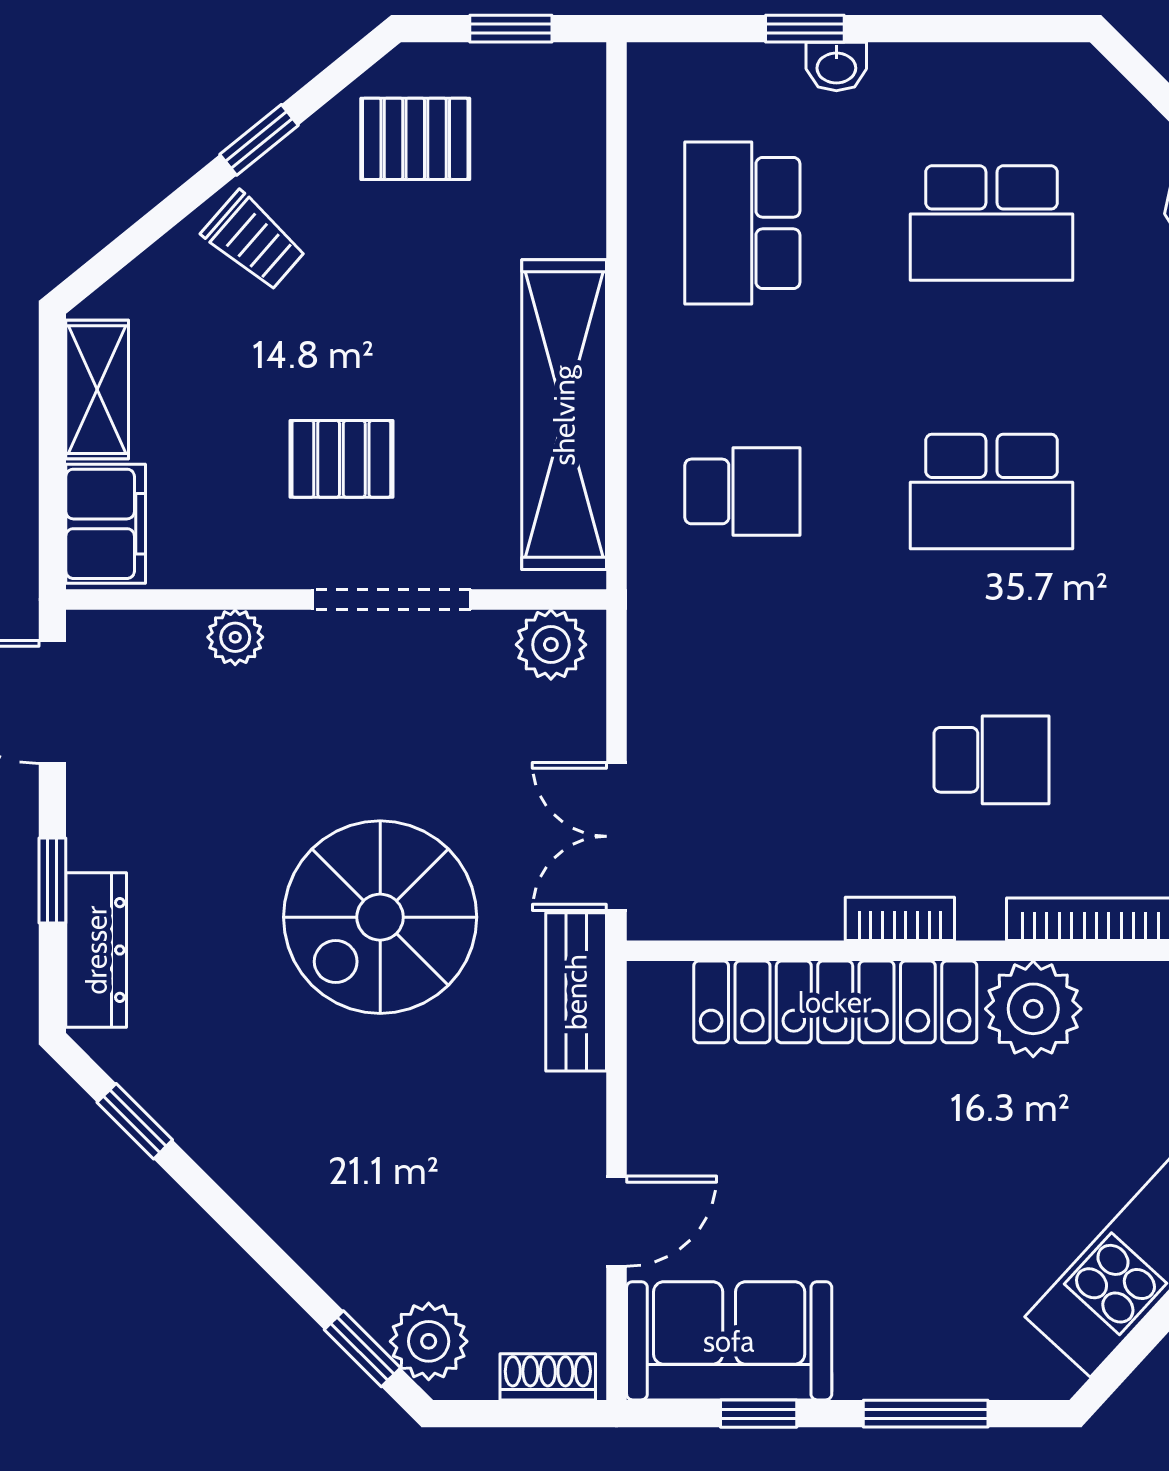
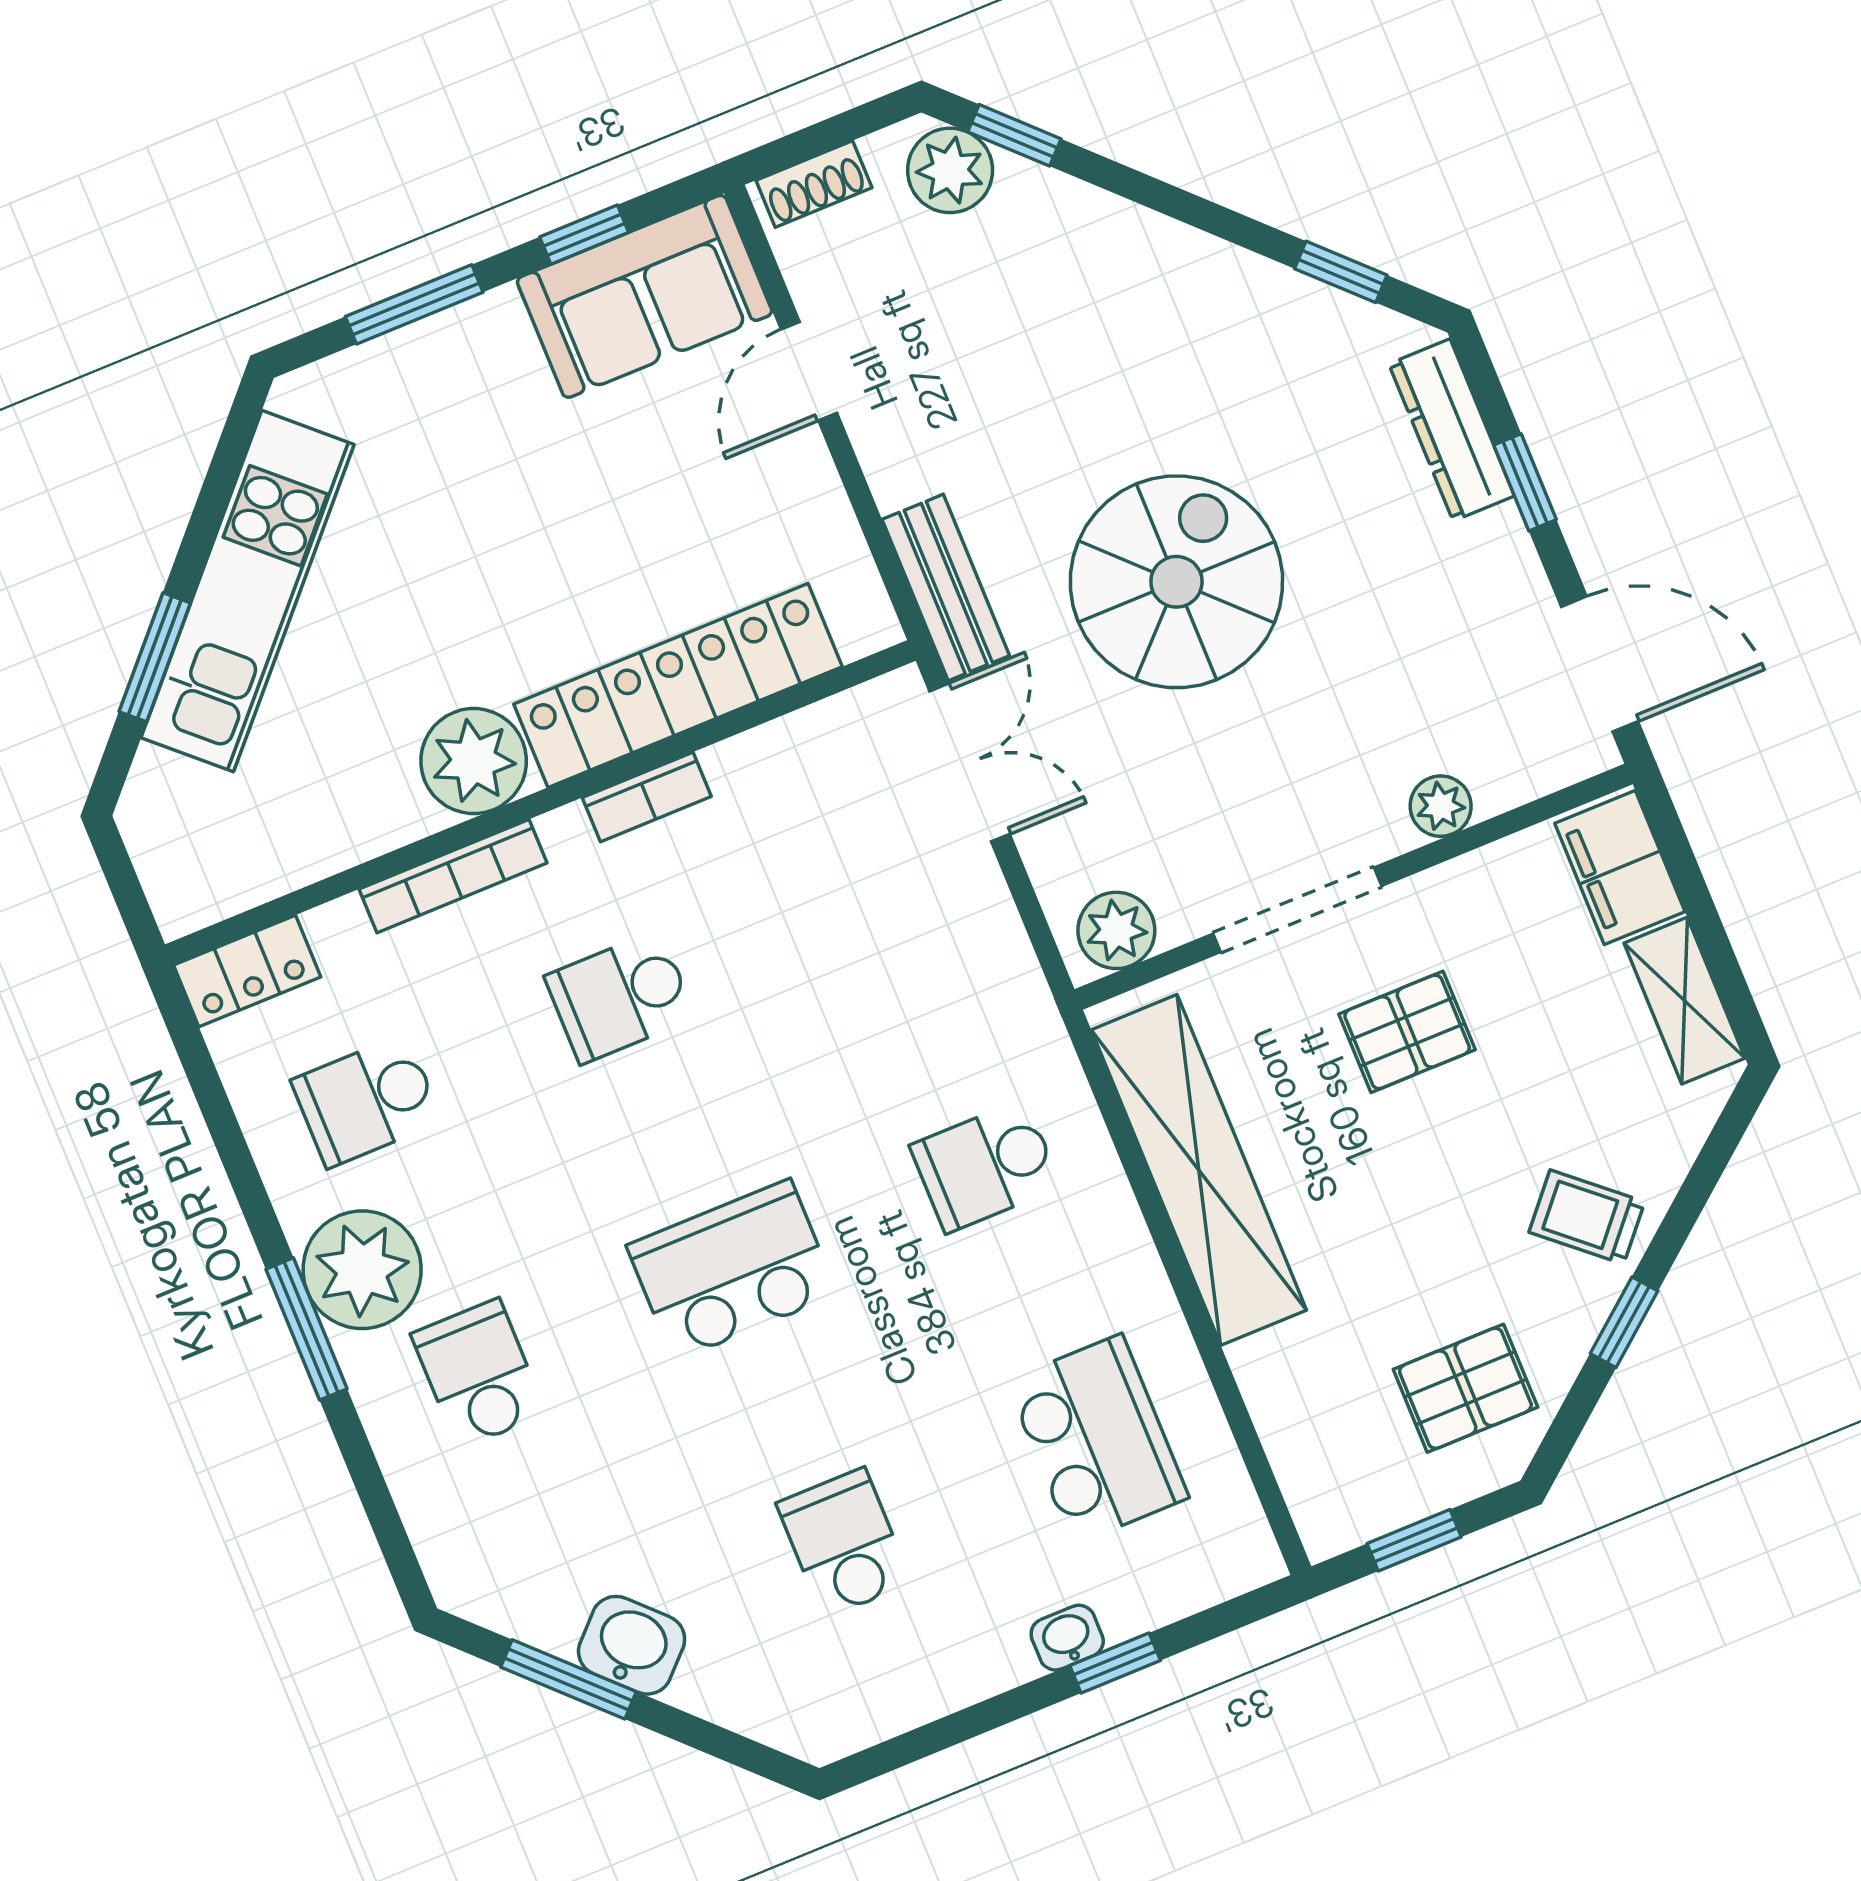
school desk: (991, 223) -> (844, 1543), width x0.54

